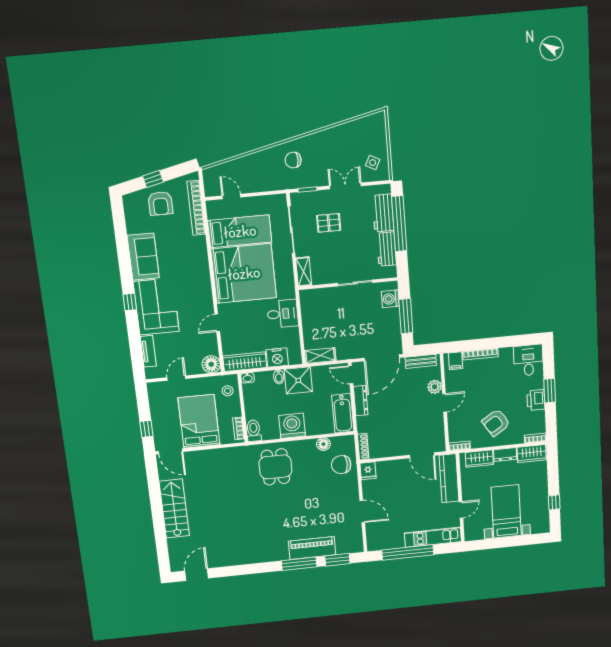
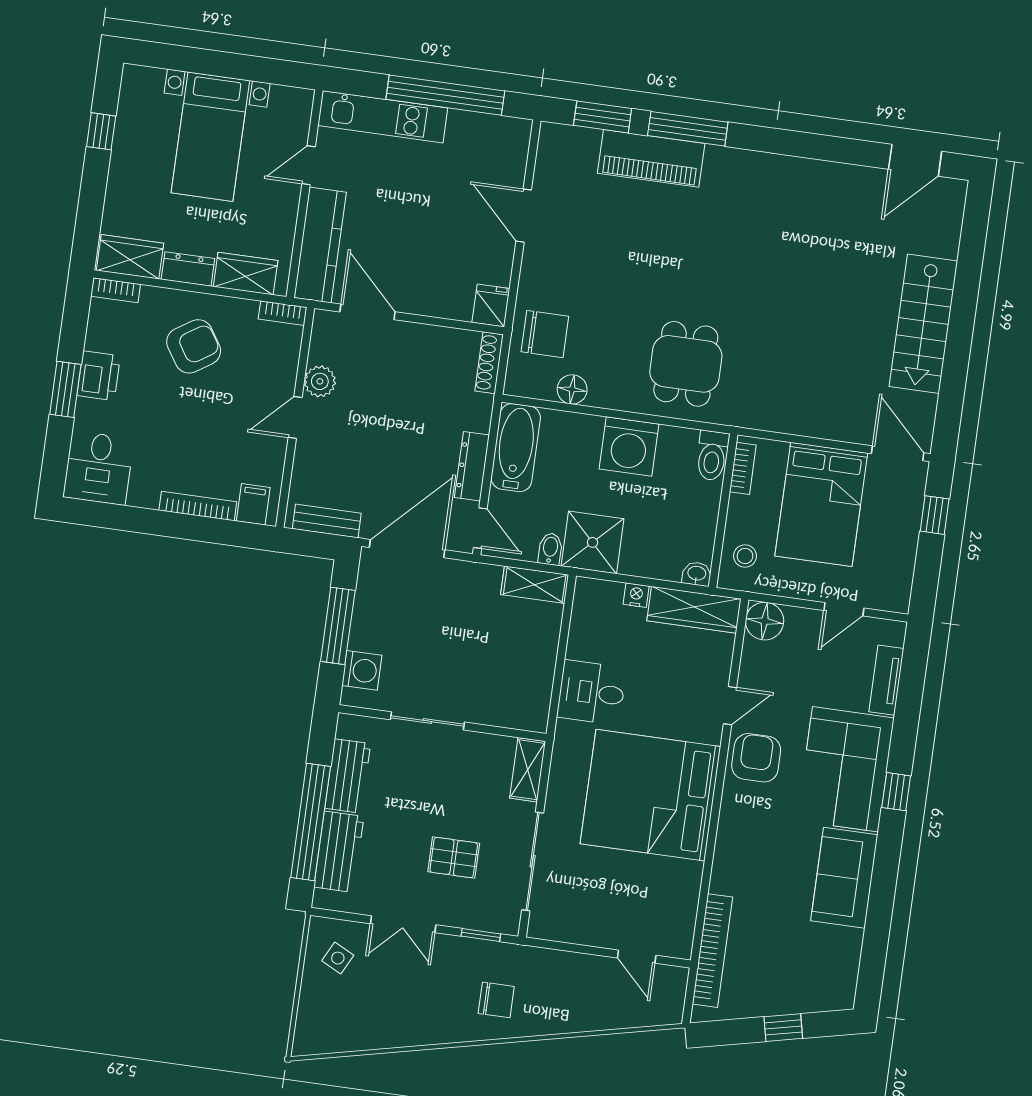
armchair: (160, 203) -> (756, 758), moved
bed: (240, 231) -> (637, 883), removed
nightstand: (277, 358) -> (636, 595), width x0.53, depth x0.56
bidet: (279, 377) -> (550, 549), moved
plant: (435, 387) -> (320, 381), moved

